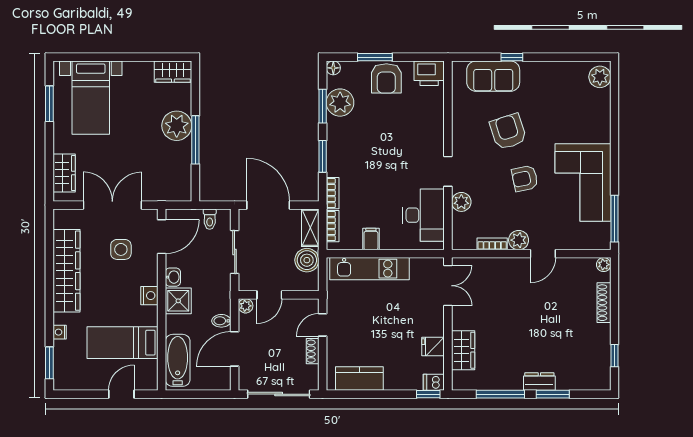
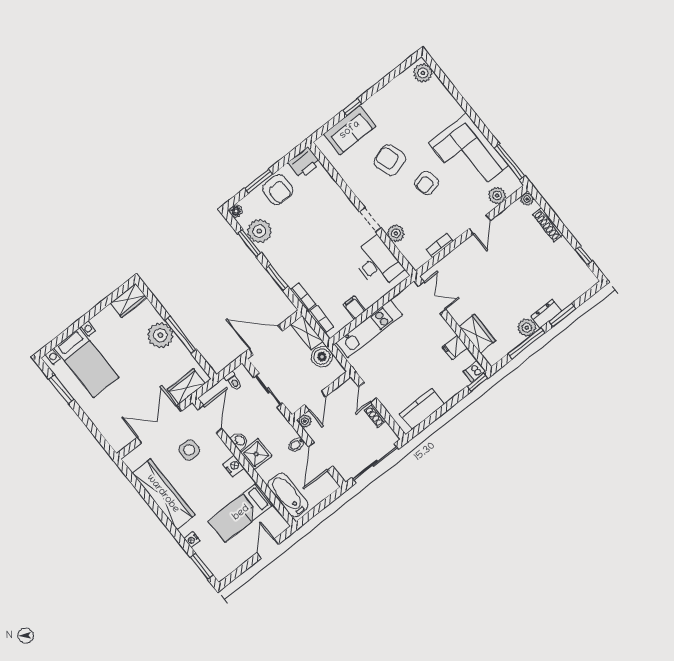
wardrobe: (64, 173) -> (186, 386), moved, turned -90
plant: (519, 240) -> (497, 196), moved
plant: (512, 380) -> (527, 328), added

